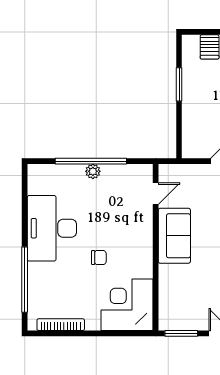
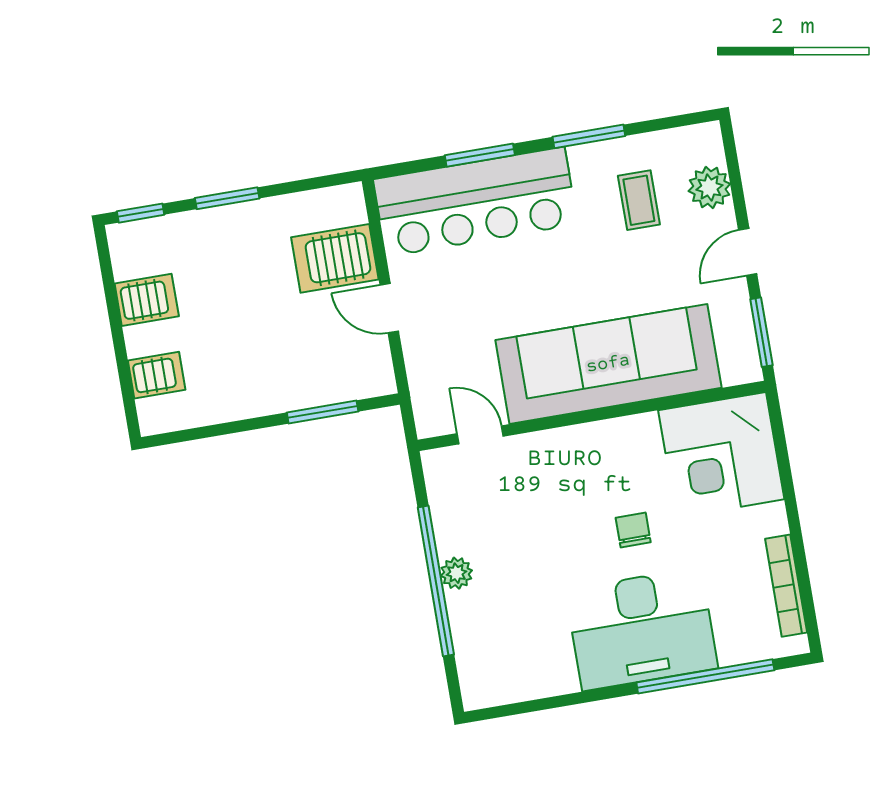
window: (179, 84) -> (323, 412), moved
desk: (52, 228) -> (642, 629), moved
sofa: (174, 236) -> (608, 364), width x1.85, depth x1.27

